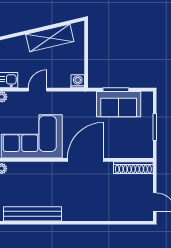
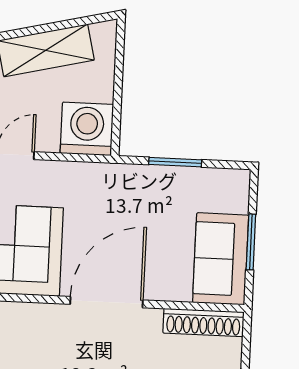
washing machine: (78, 81) -> (87, 129), width x1.89, depth x1.89
sofa: (119, 104) -> (221, 259), moved, turned 90

